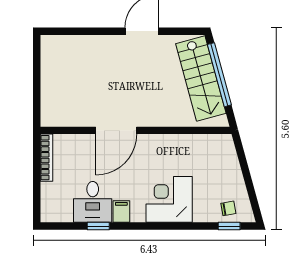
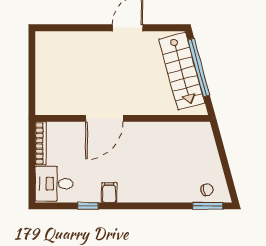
corner desk: (169, 199) -> (153, 181), removed
desk: (93, 202) -> (54, 184), moved, turned 90
window: (229, 226) -> (208, 206), width x1.50

